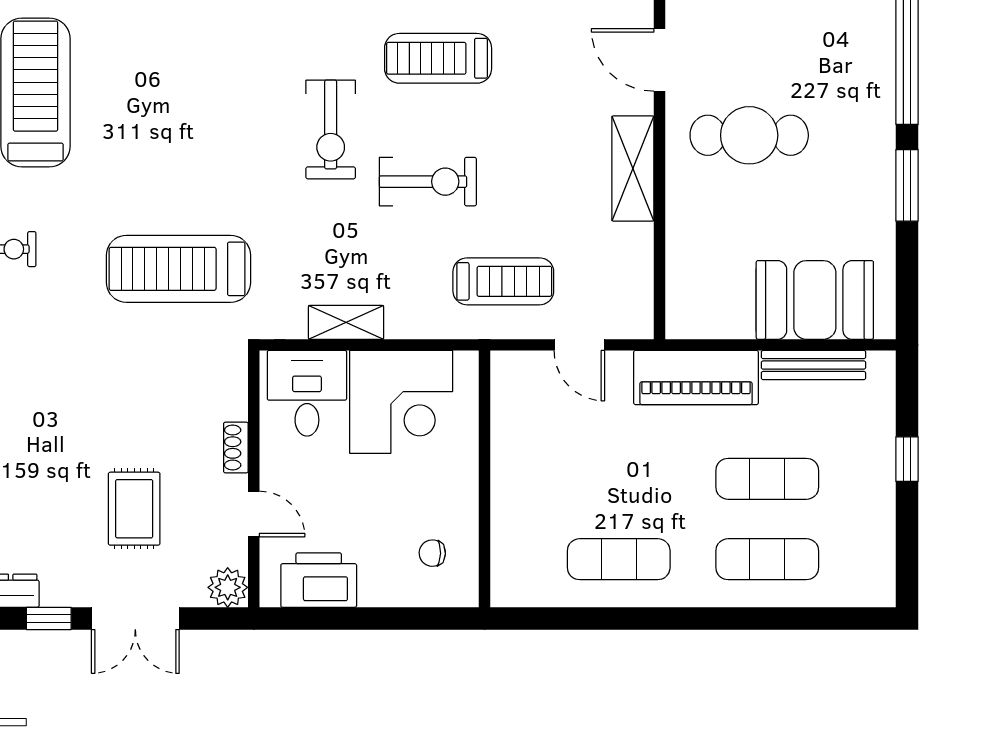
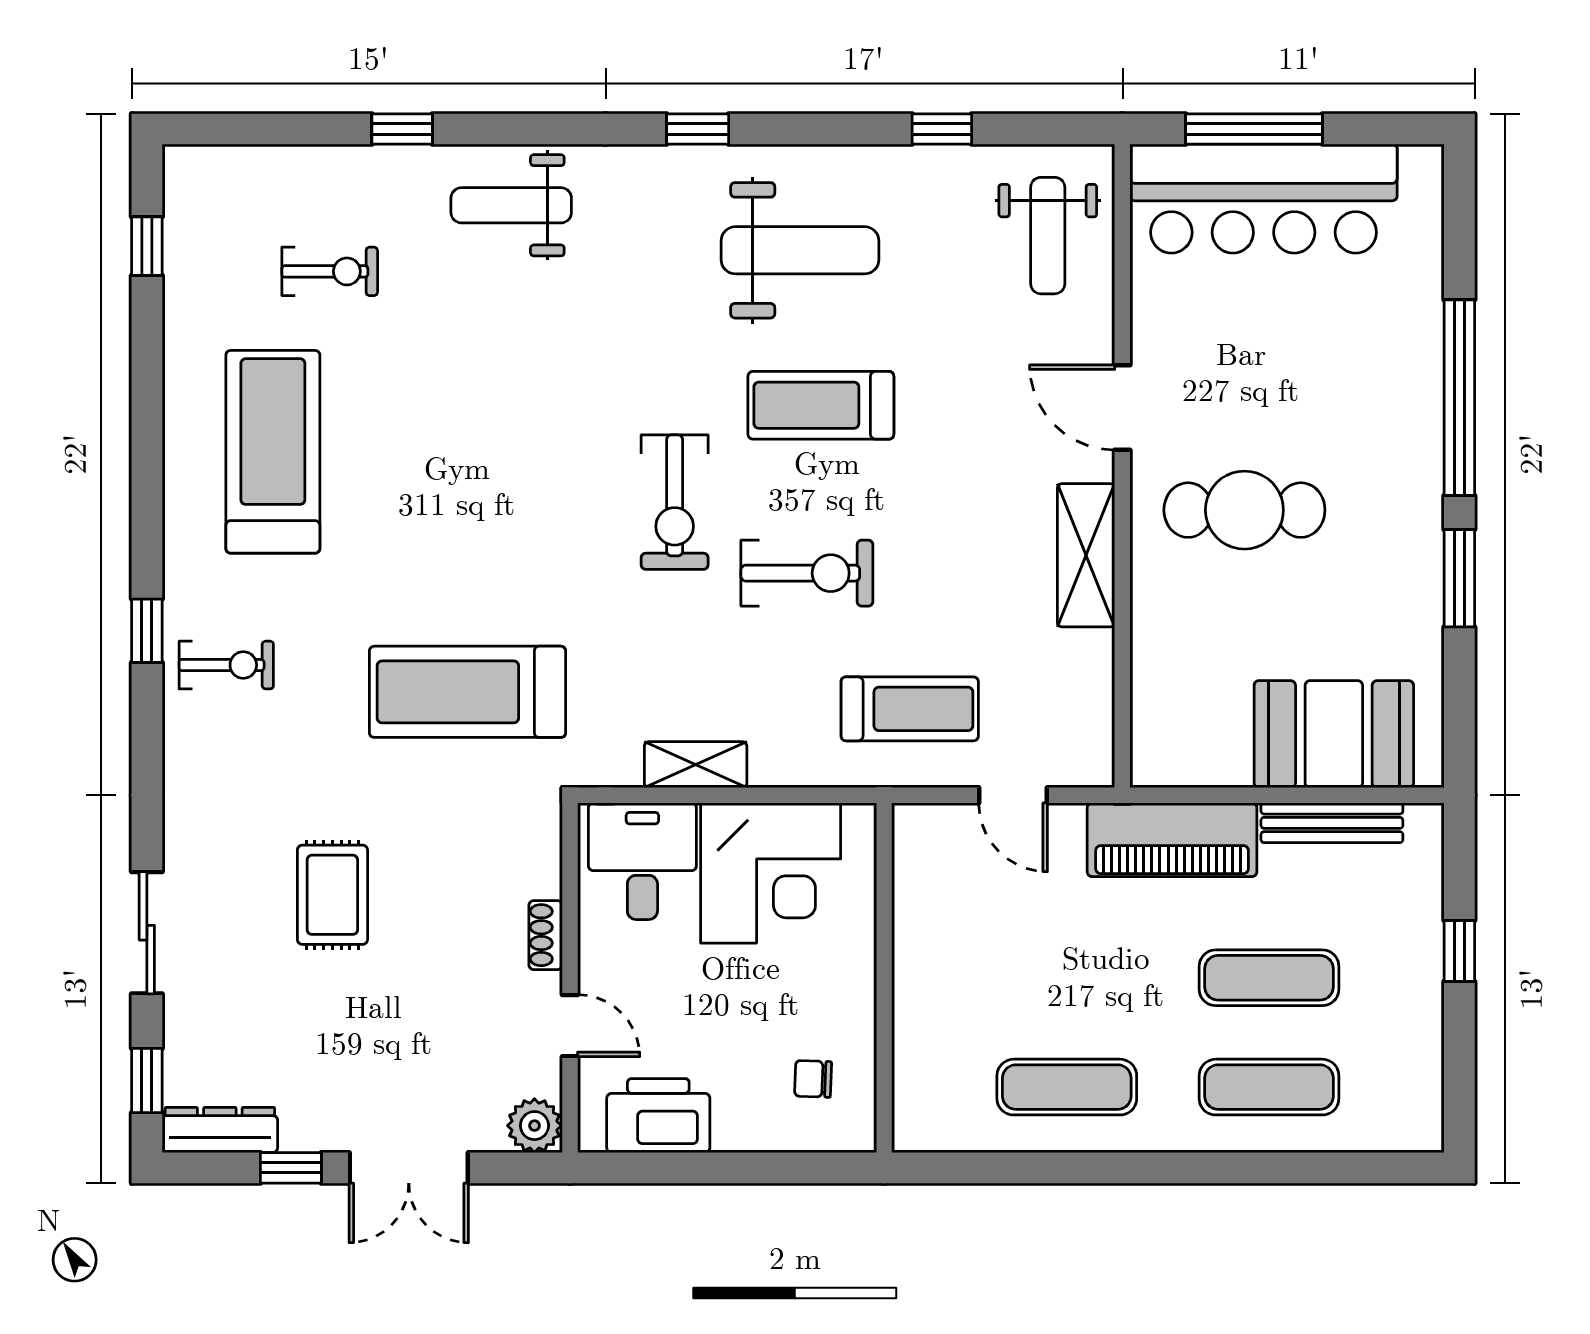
rug: (134, 509) -> (332, 895), moved

